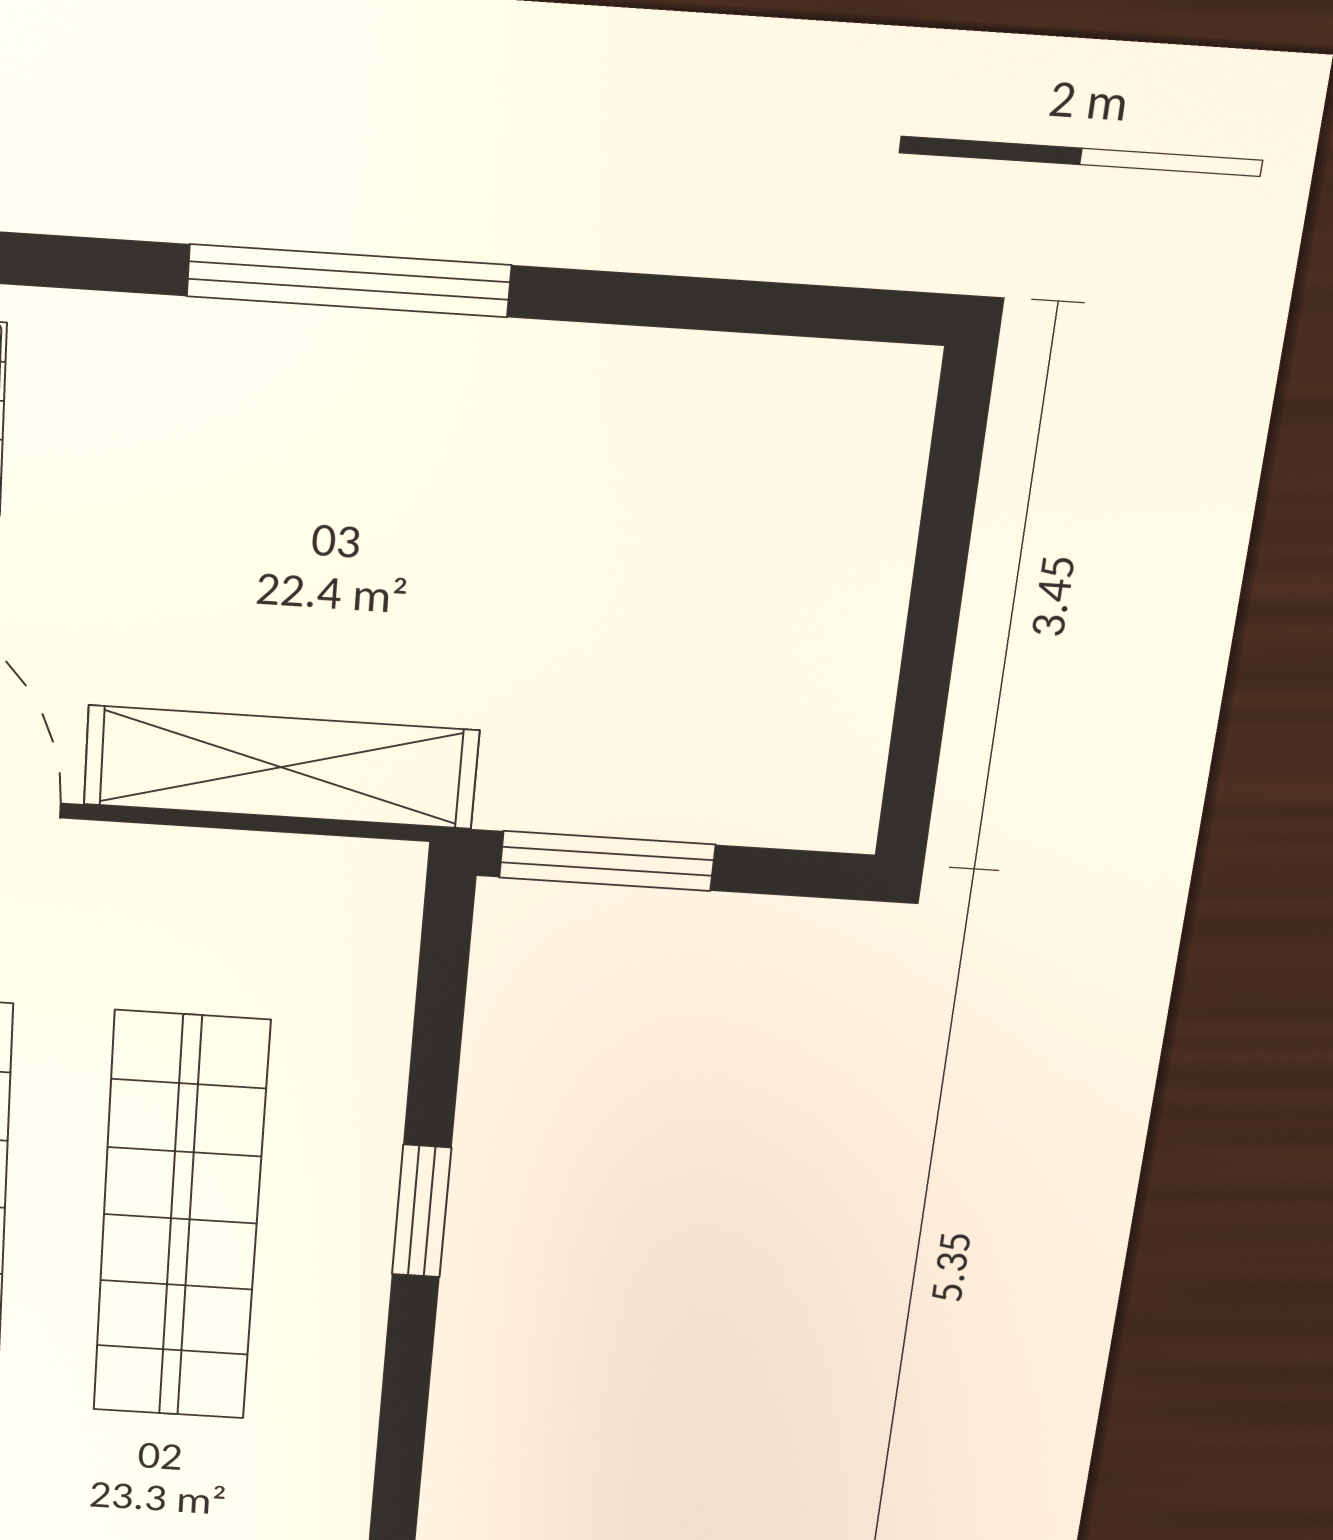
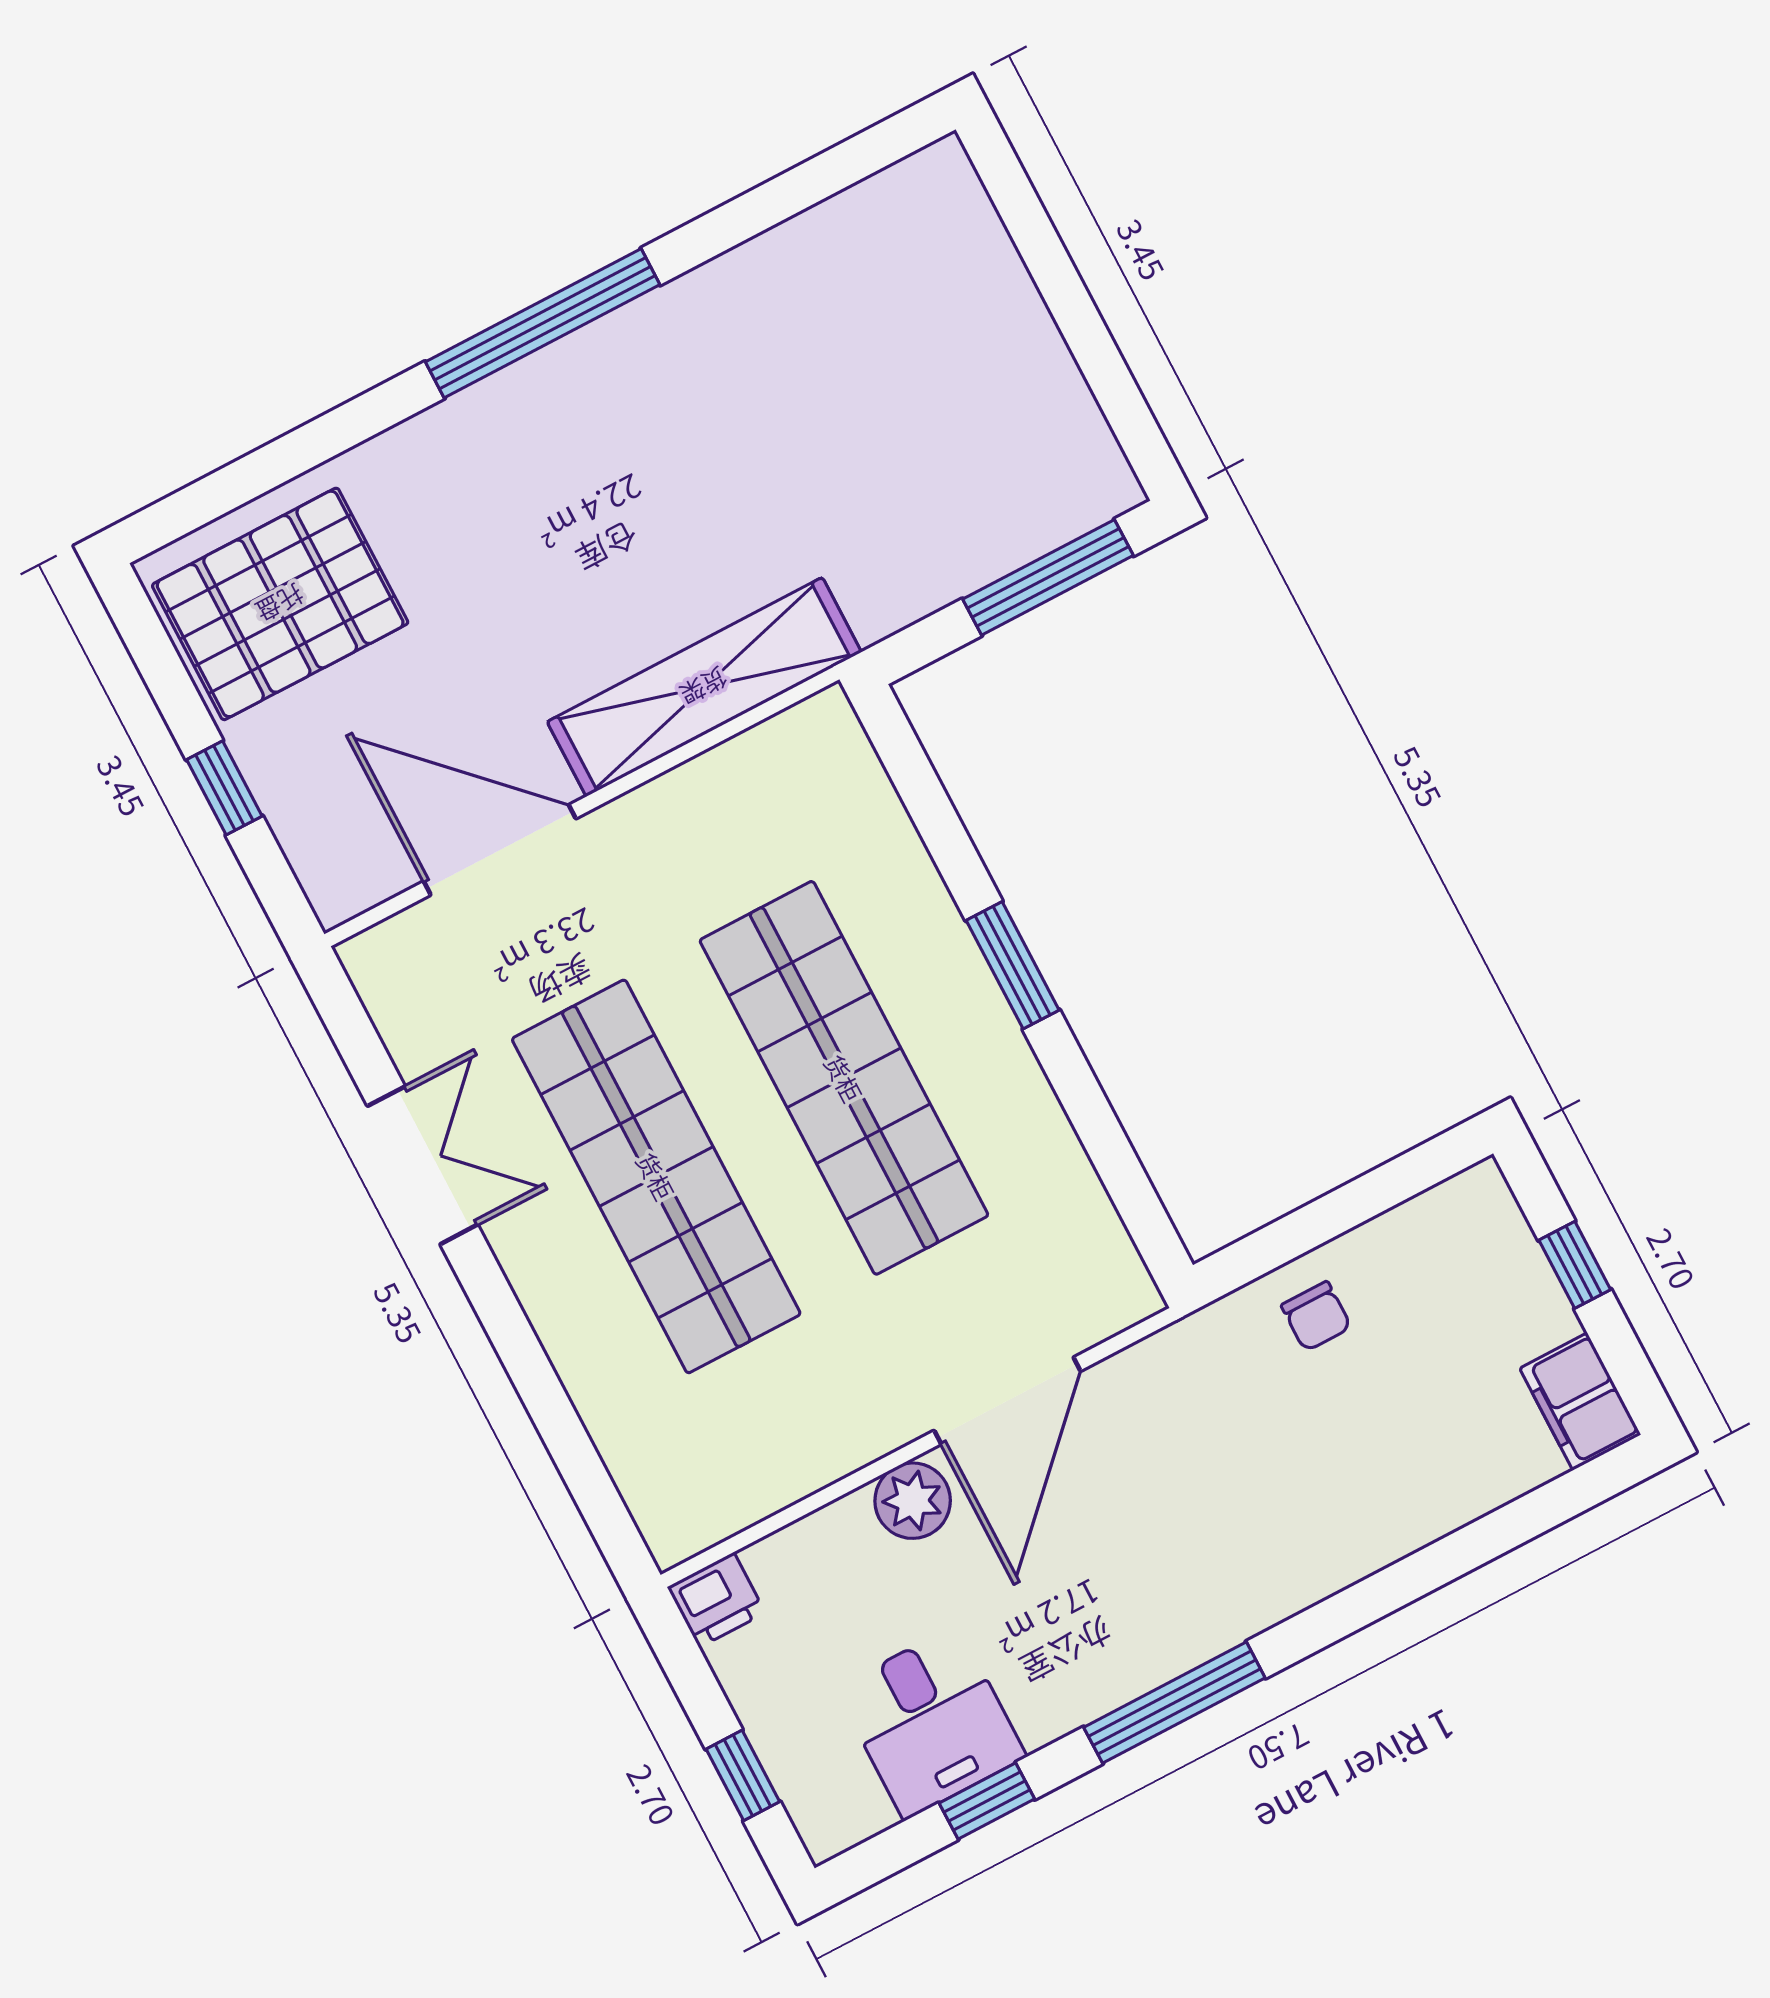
window: (607, 861) -> (1048, 577), moved

